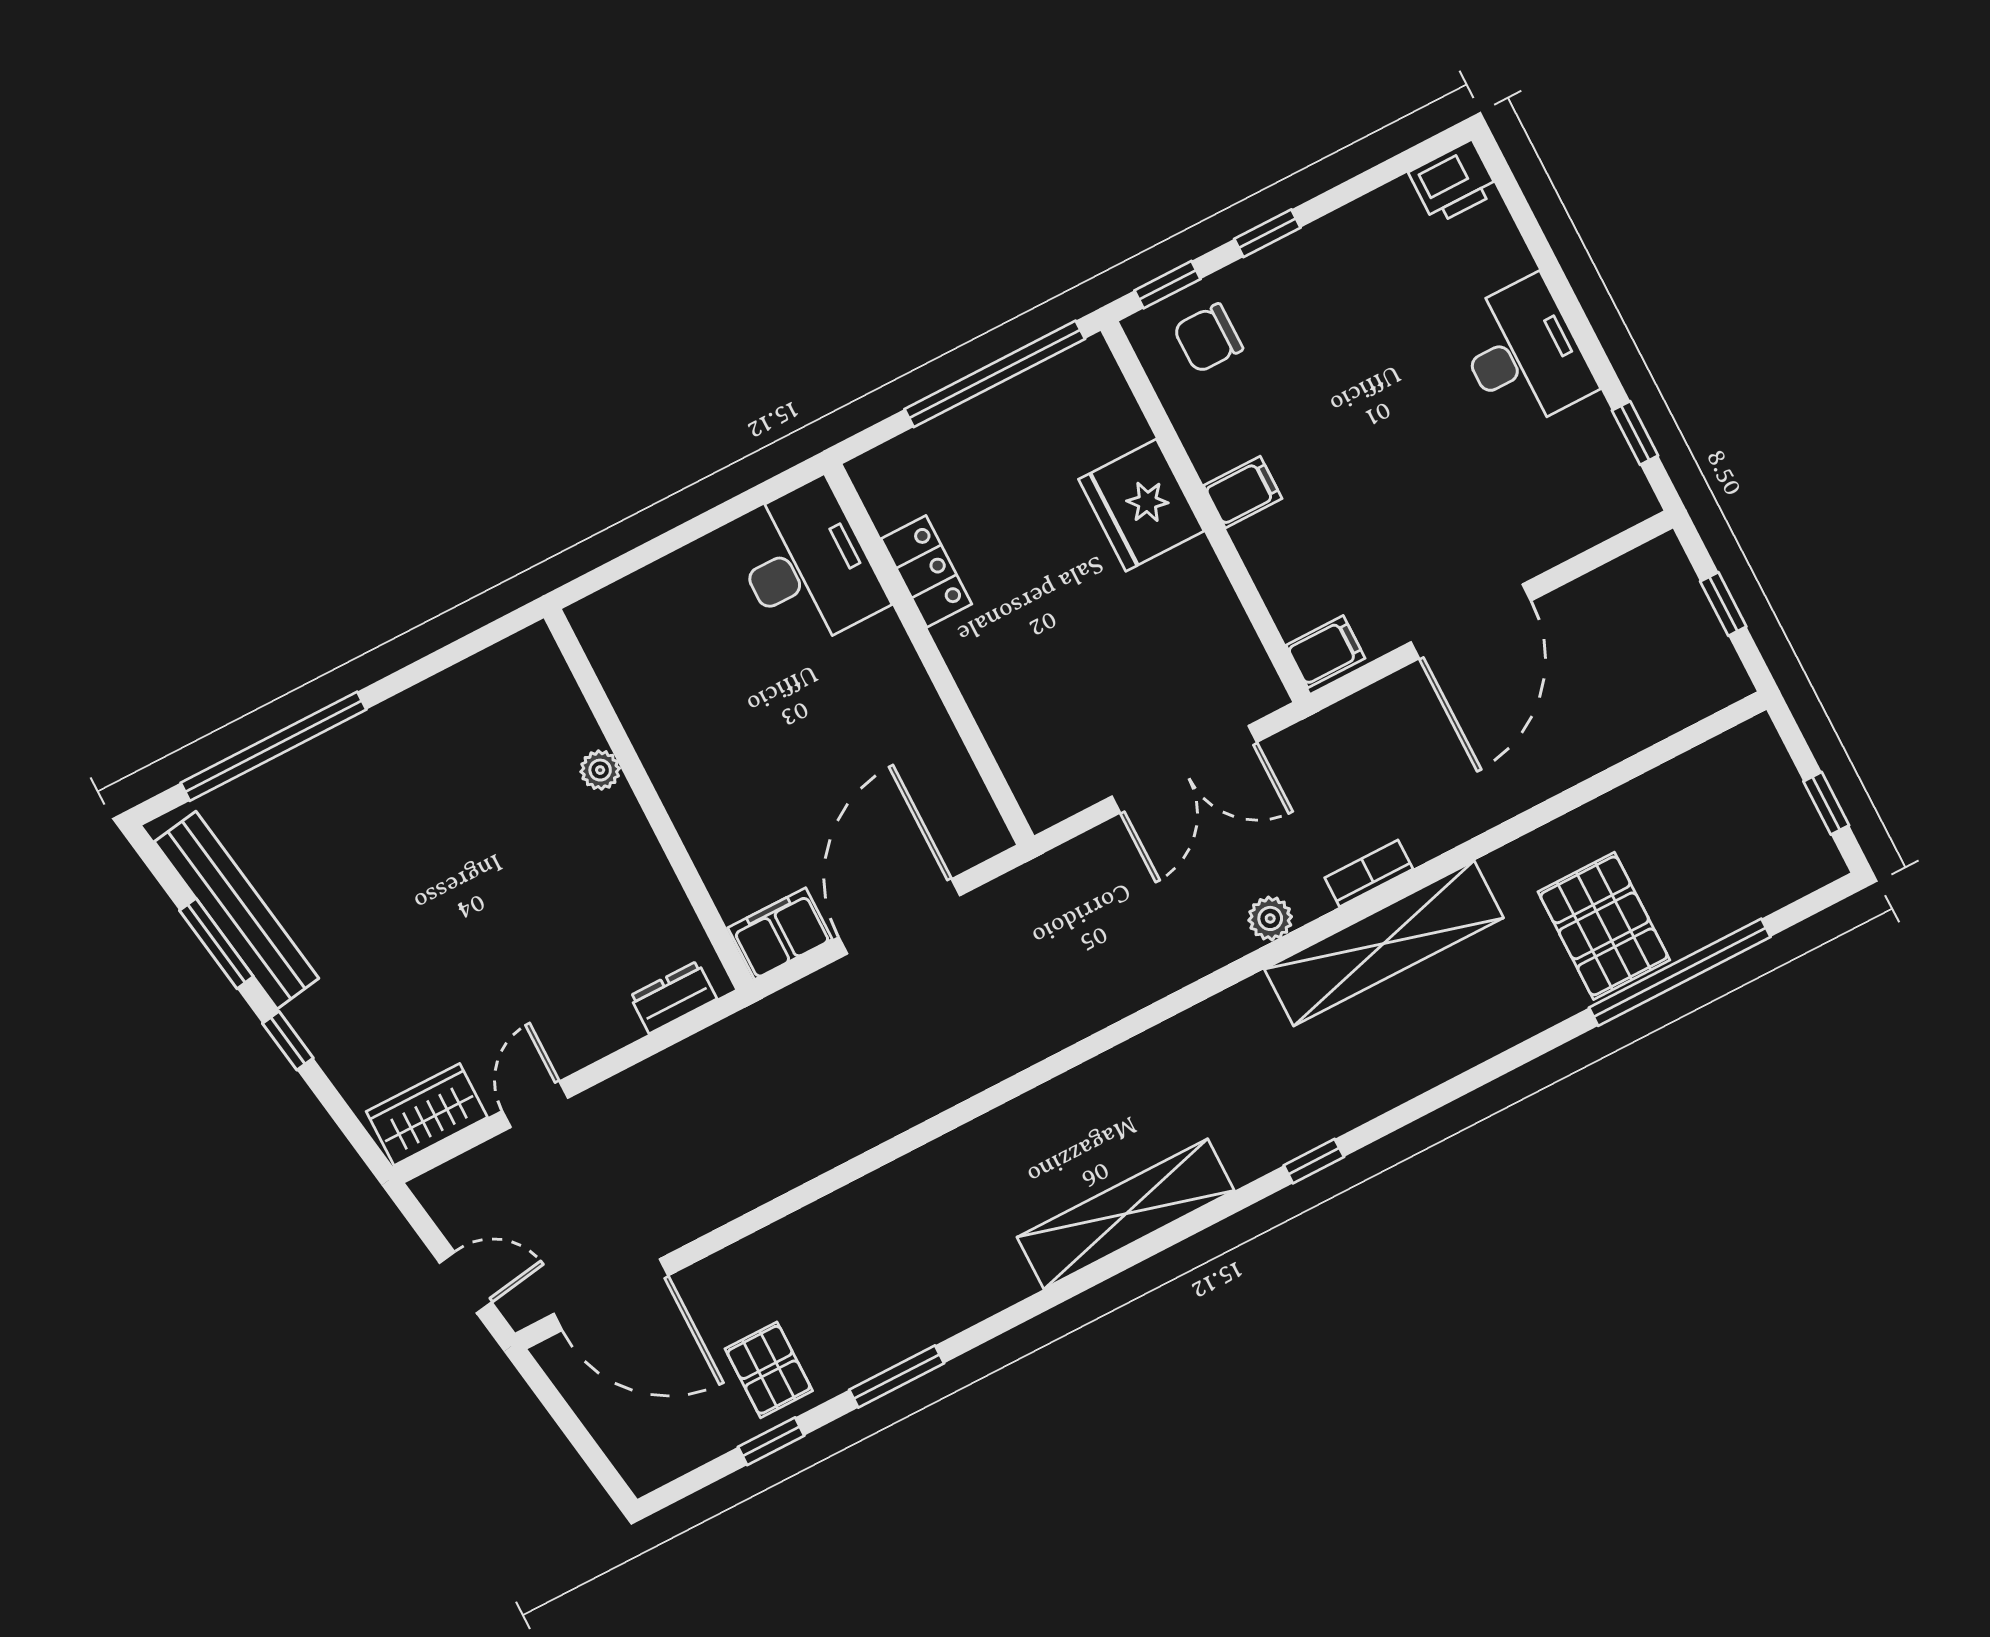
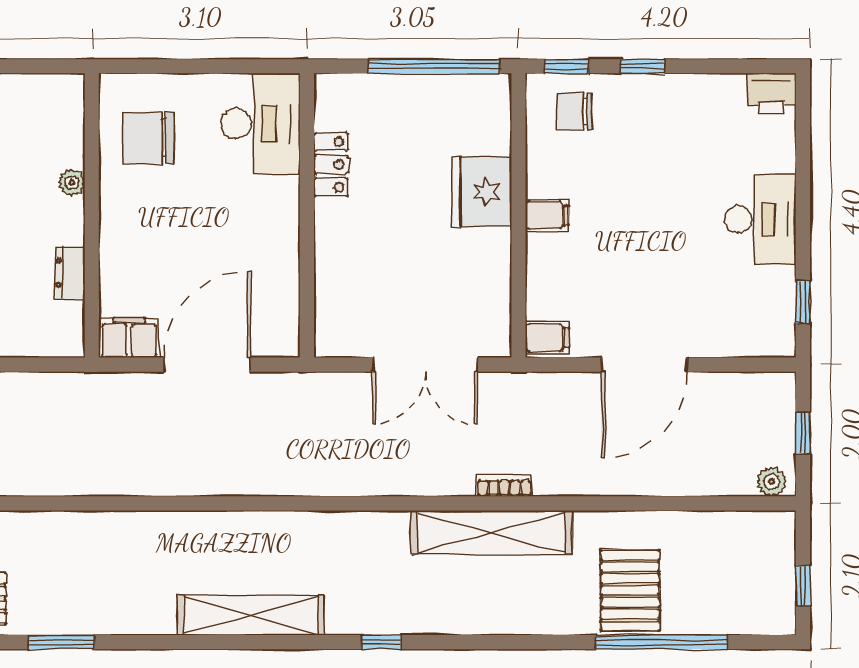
chair: (670, 659) -> (148, 138), added
plant: (1270, 918) -> (772, 482), moved
dresser: (673, 997) -> (70, 273), moved, turned -90

